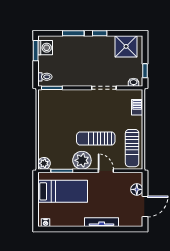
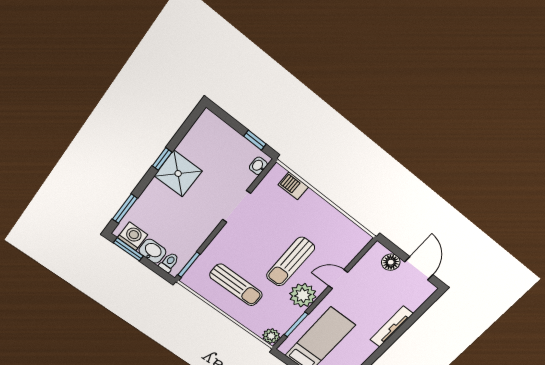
window: (73, 33) -> (125, 209), moved
shower: (126, 46) -> (178, 174), moved
washbasin: (45, 64) -> (152, 251), added
sun lounger: (132, 148) -> (236, 285), moved

